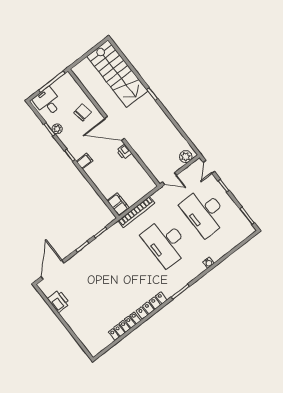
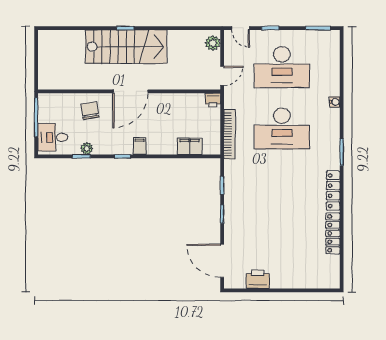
stairs: (117, 74) -> (126, 47), moved
printer: (124, 152) -> (213, 100), moved
filing cabinet: (118, 204) -> (190, 146), moved

